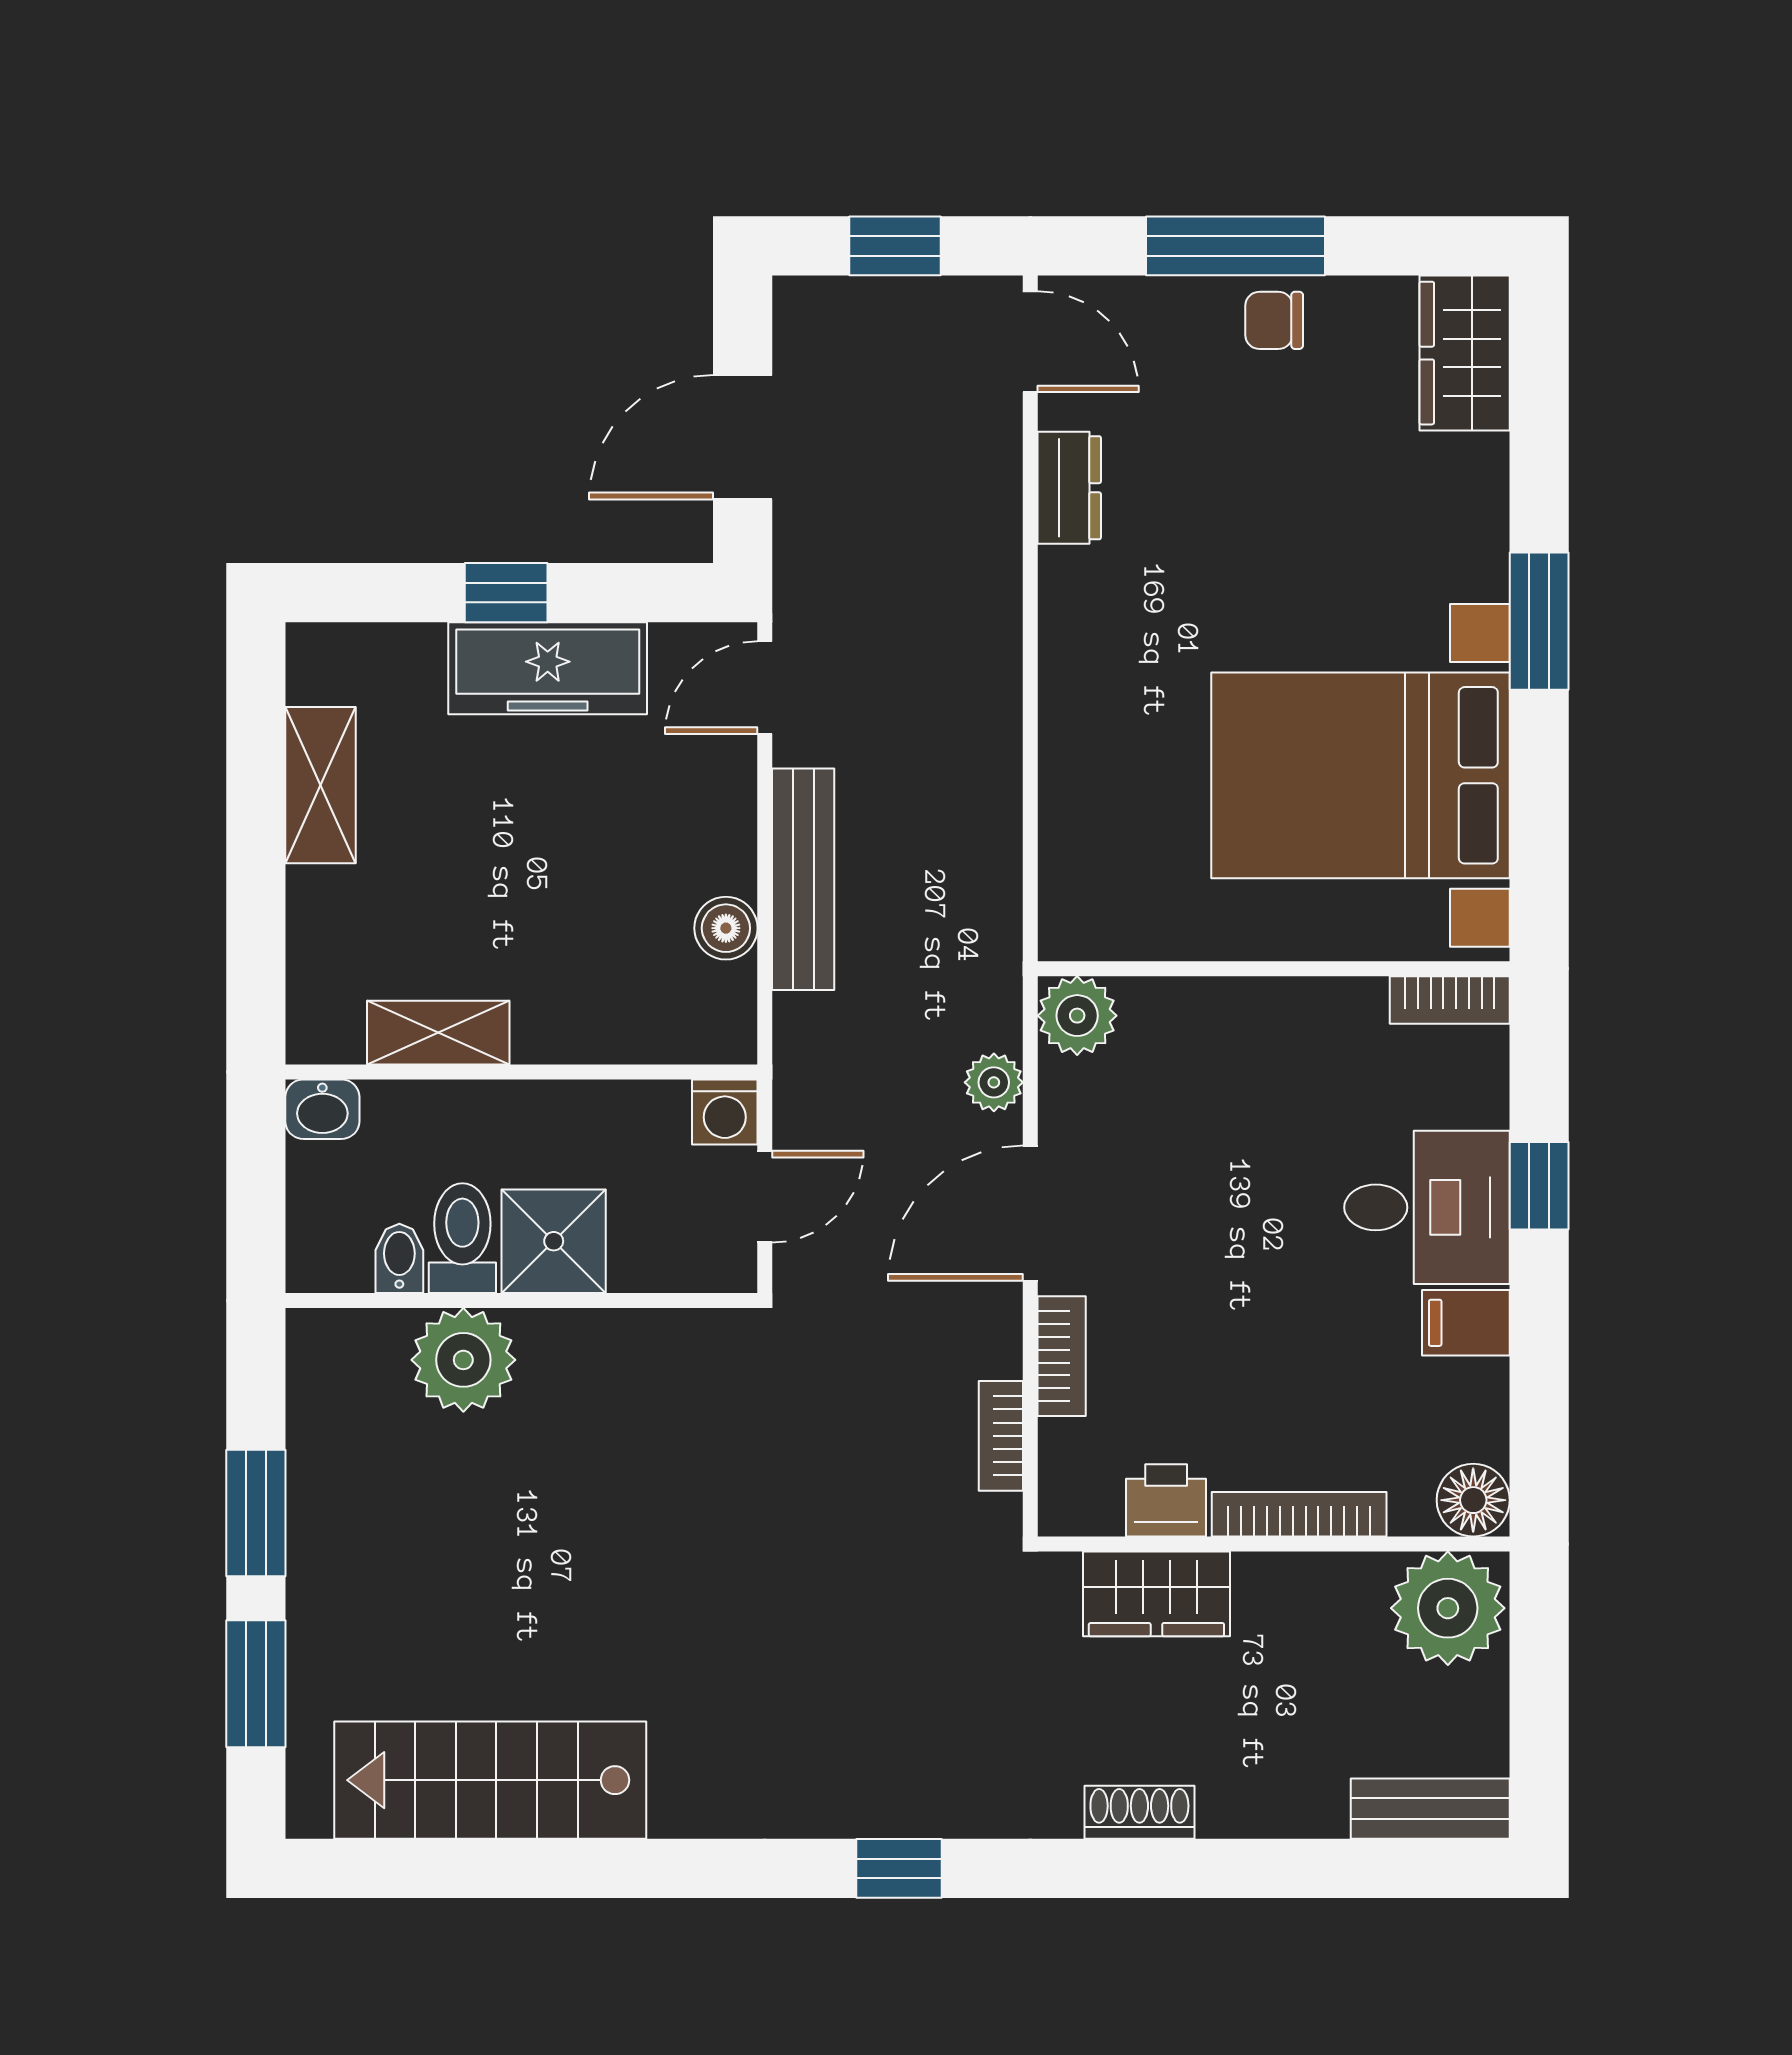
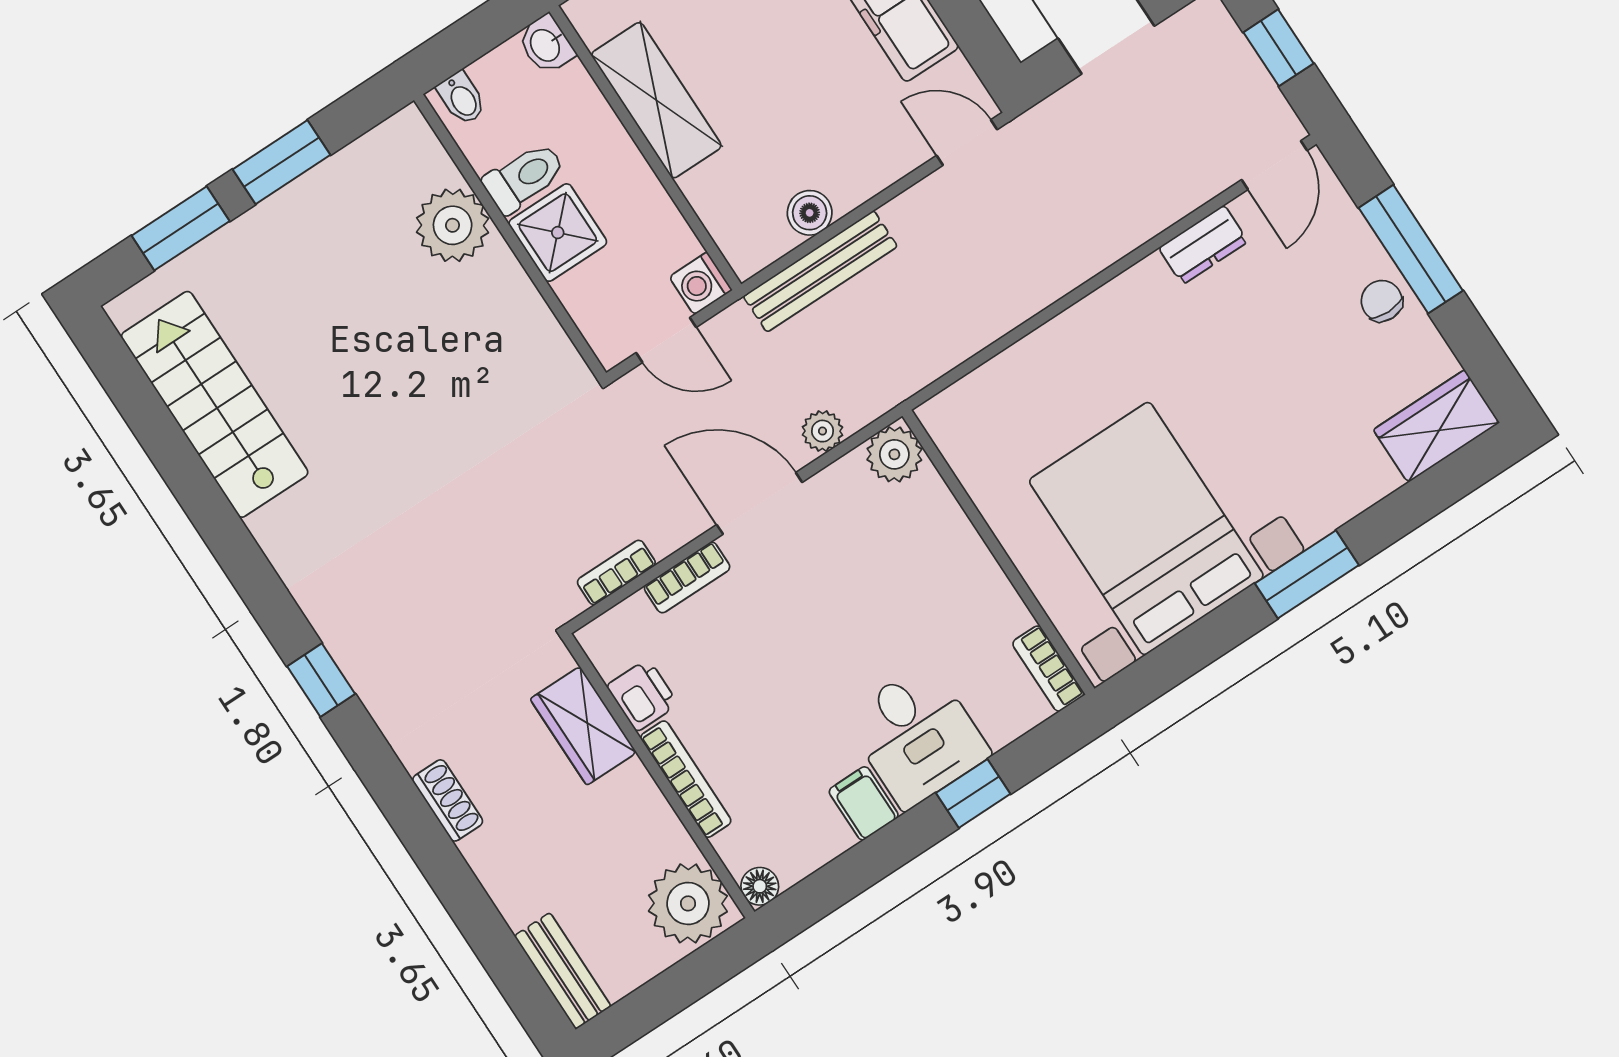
bench: (803, 879) -> (820, 271), moved
shelving: (438, 1033) -> (656, 100), width x1.50, depth x1.33
bidet: (399, 1258) -> (462, 98), moved, turned 90
floor lamp: (1473, 1500) -> (760, 886), width x0.73, depth x0.73

